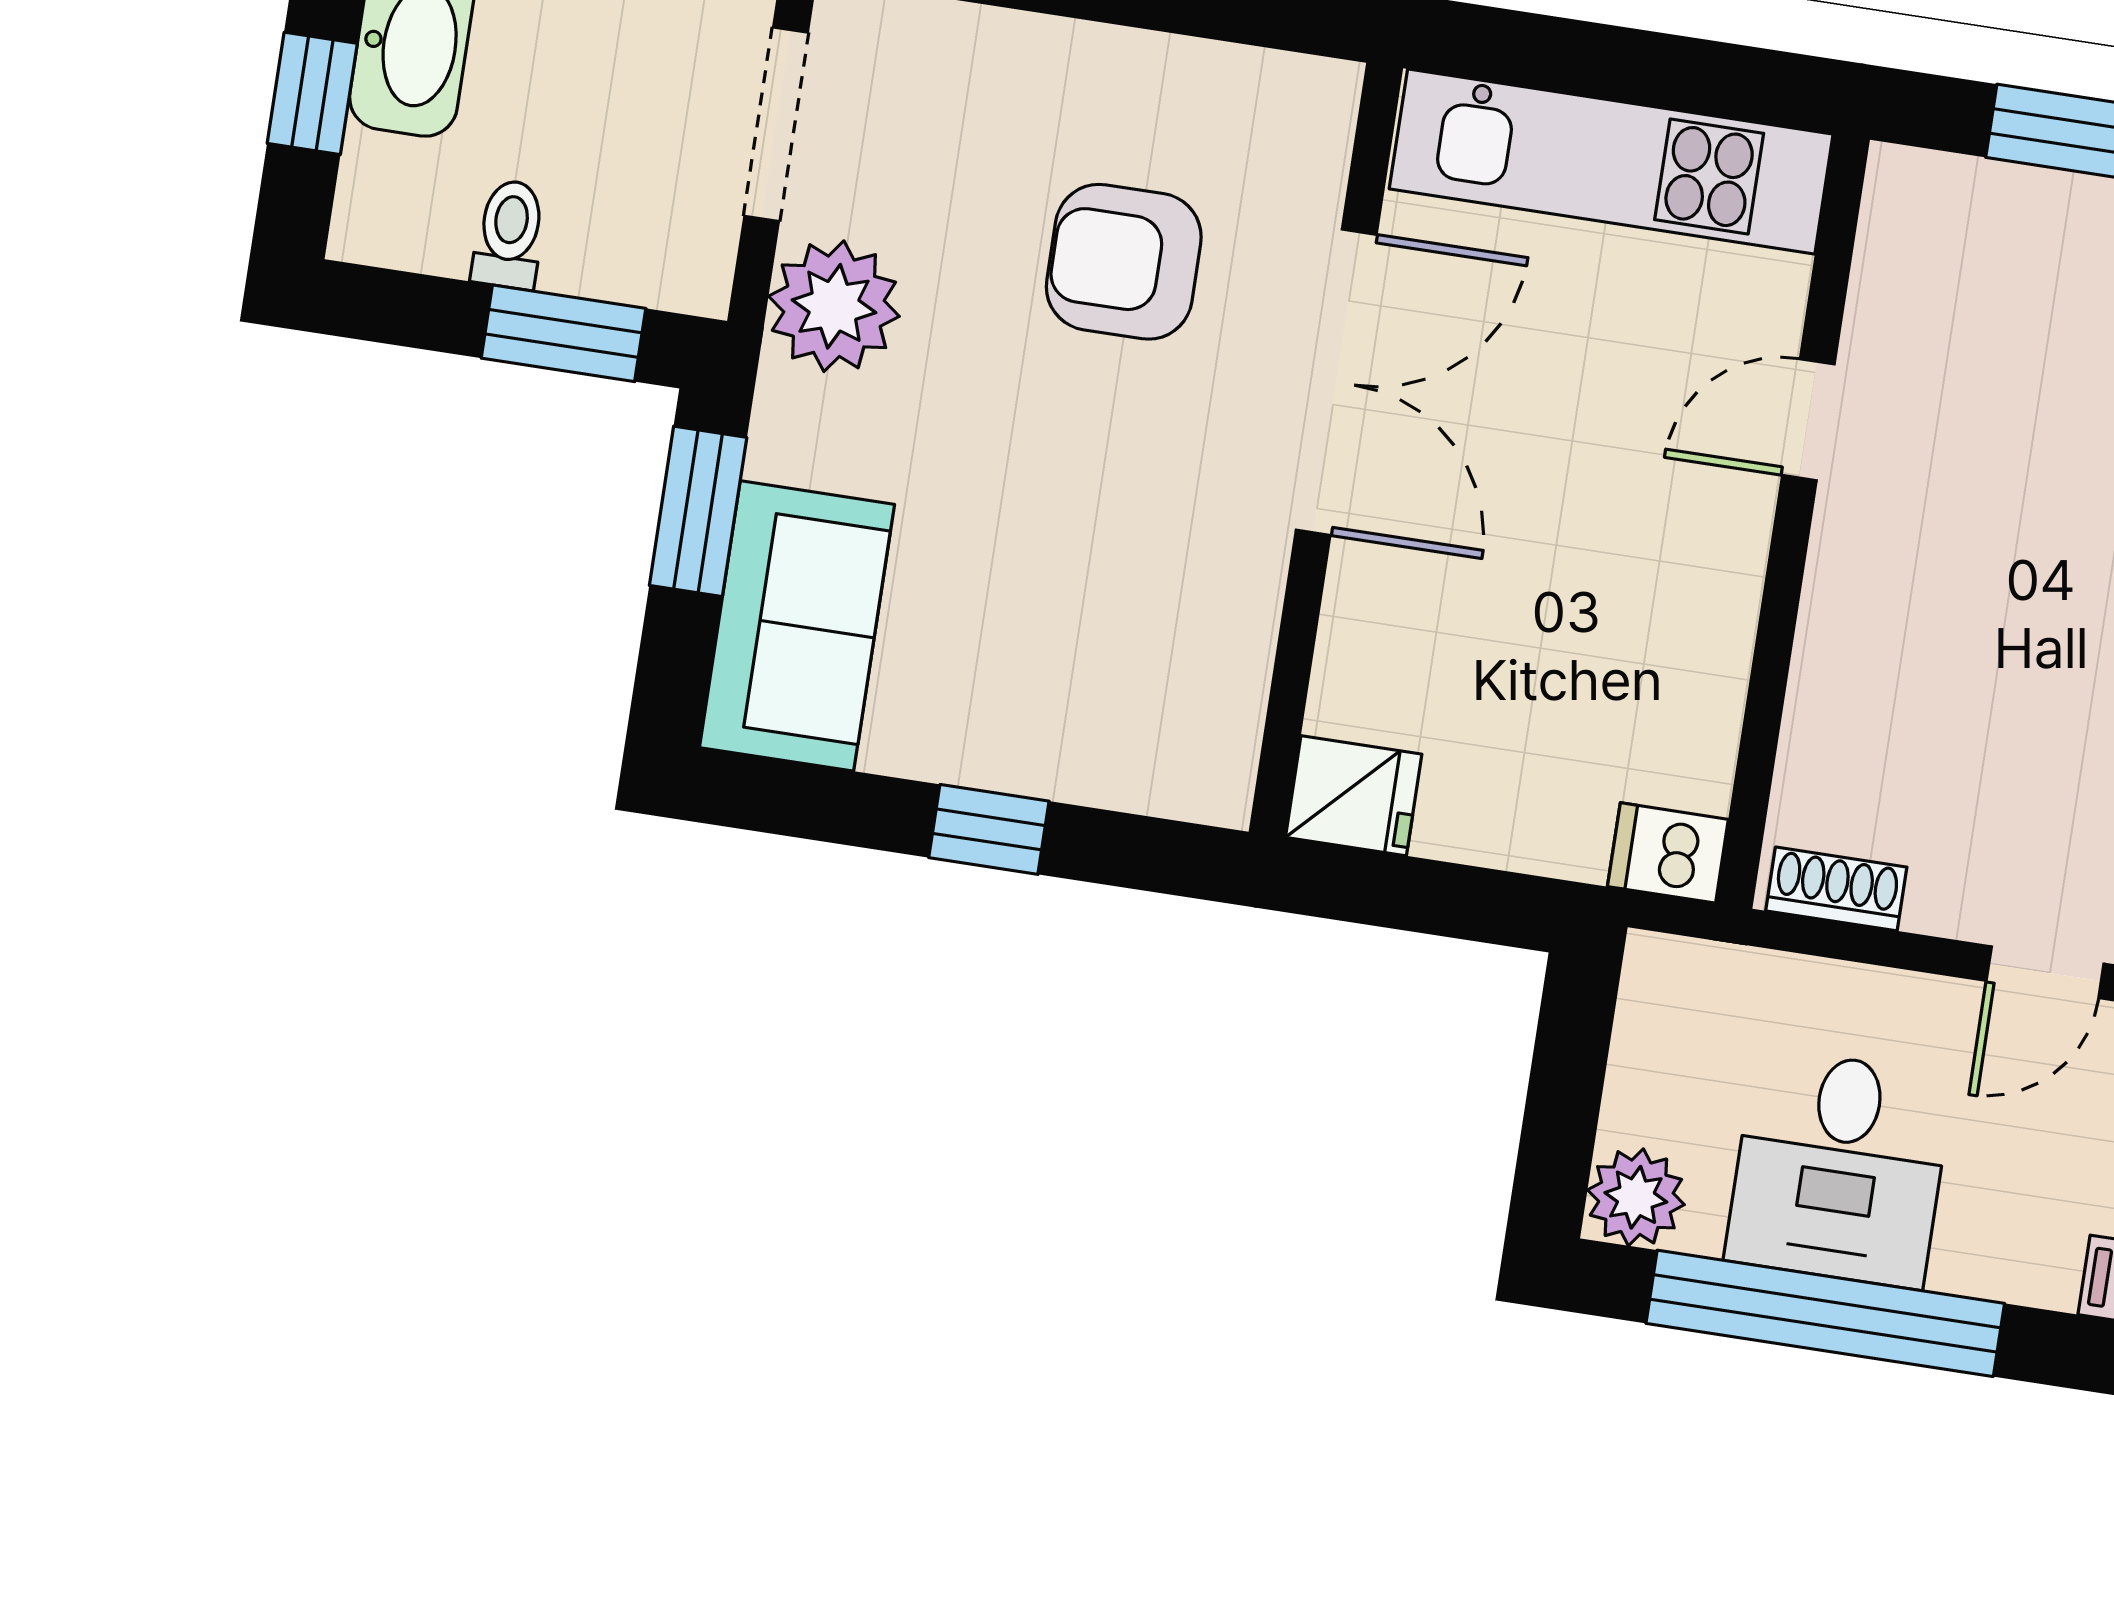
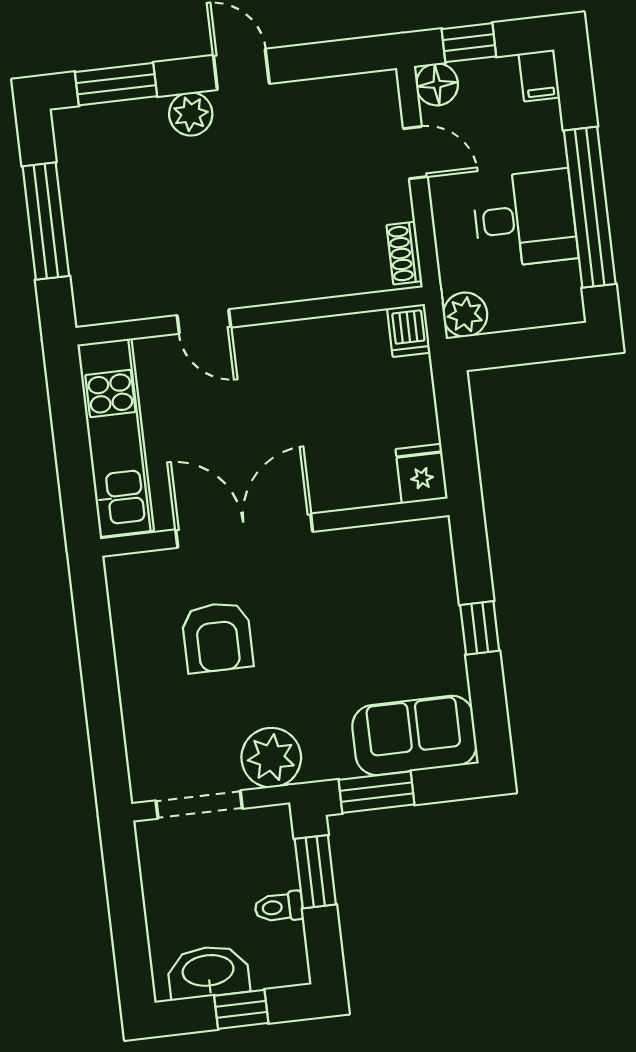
plant: (1636, 1197) -> (465, 315), moved

